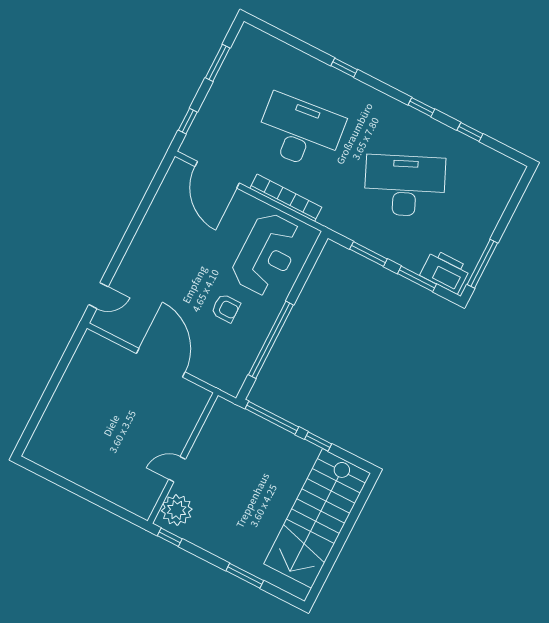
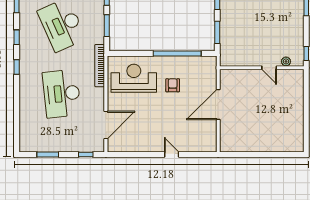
window: (344, 68) -> (17, 67), moved
bookcase: (286, 198) -> (100, 66), moved
door: (98, 296) -> (172, 155), moved
window: (272, 418) -> (217, 32), width x0.69
plant: (177, 510) -> (286, 61), width x0.53, depth x0.53

